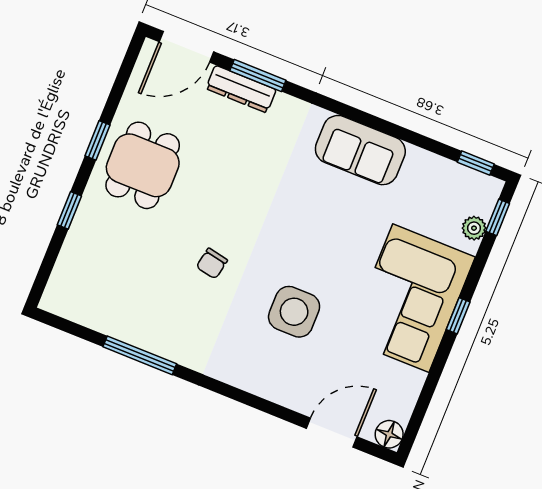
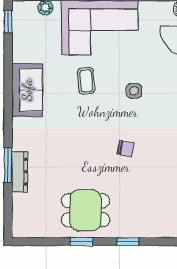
door: (186, 47) -> (8, 213), removed
coffee table: (338, 245) -> (86, 81), added
side table: (294, 312) -> (134, 91), width x0.54, depth x0.54

